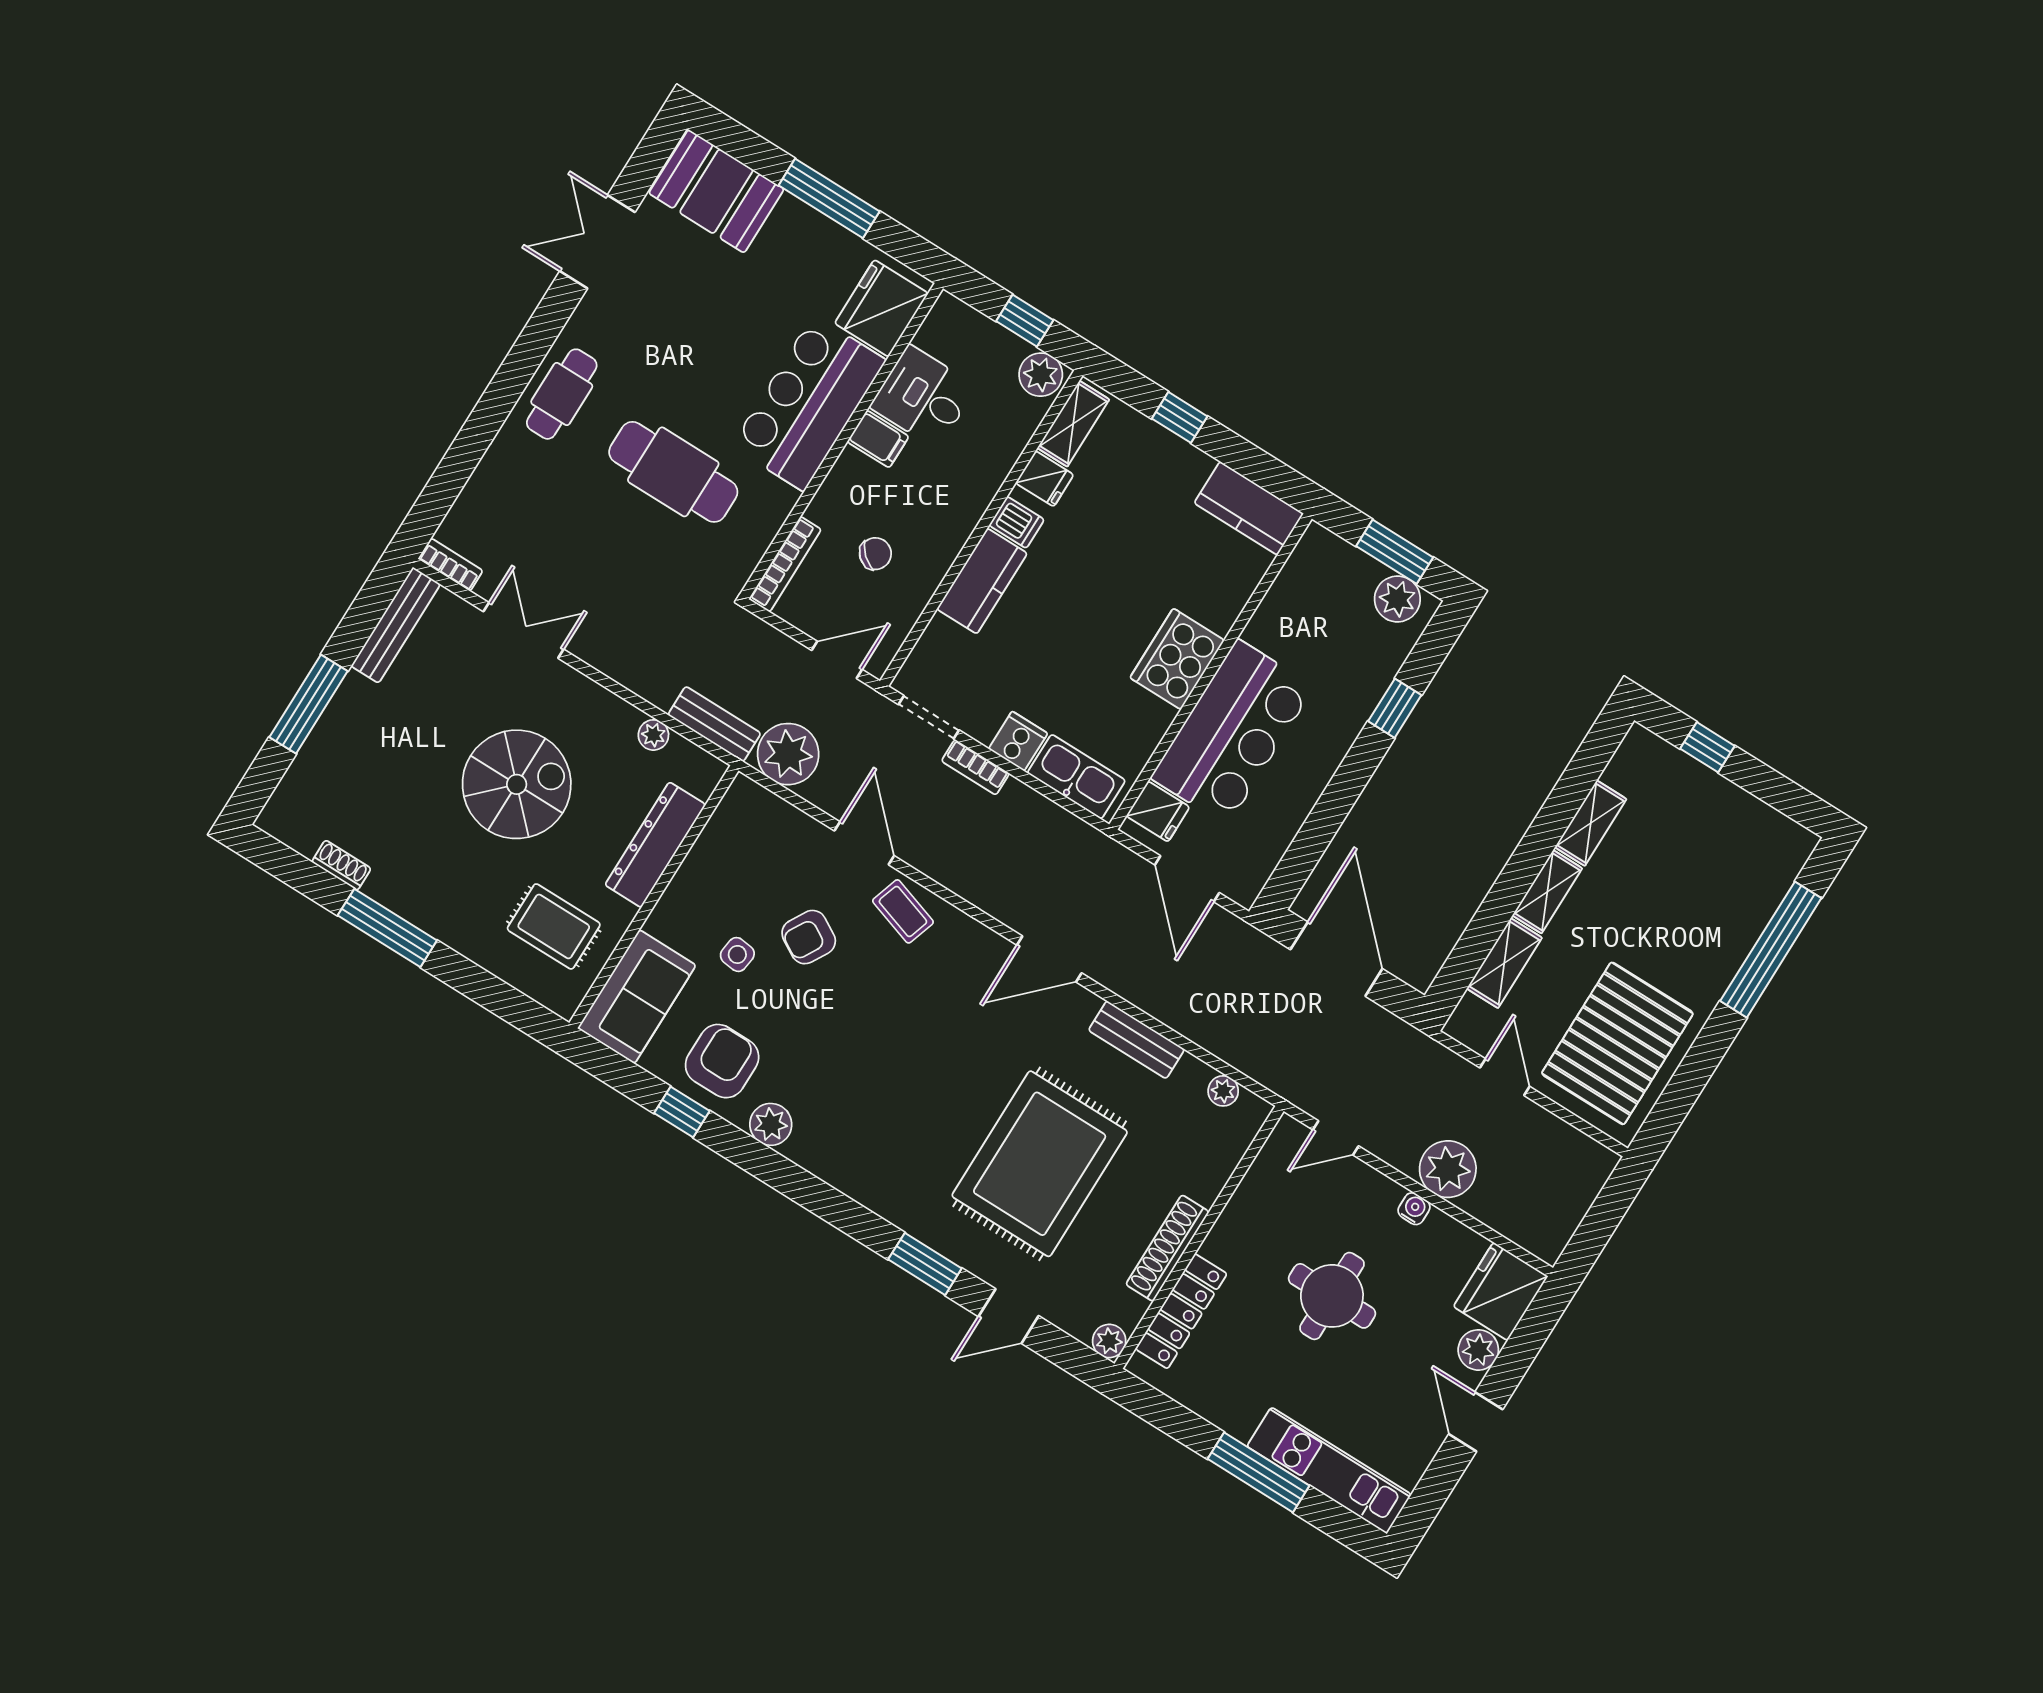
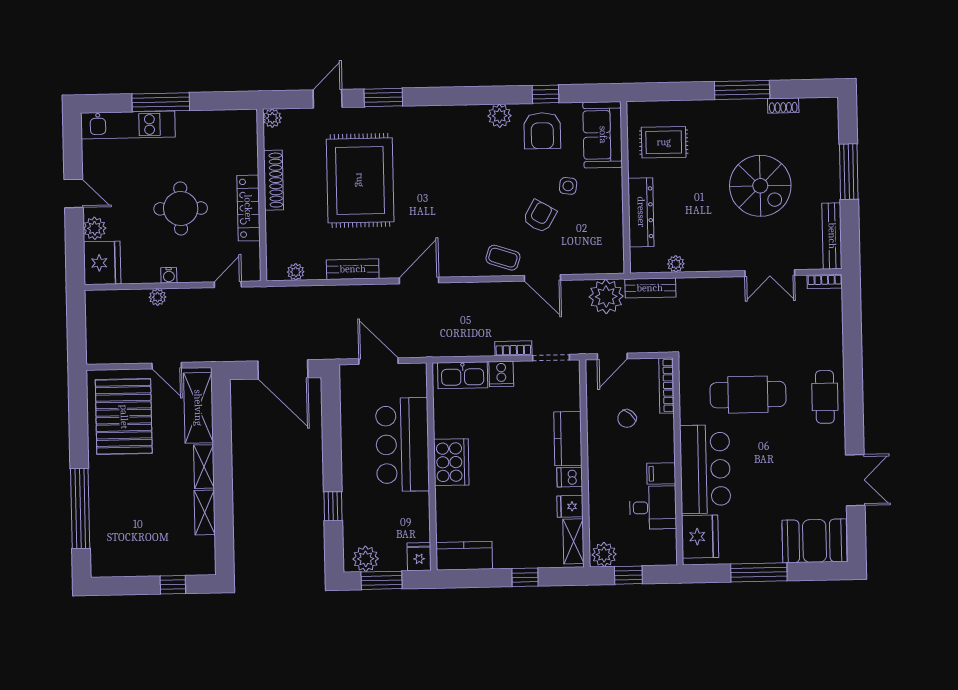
spiral stairs: (517, 784) -> (760, 186), moved, turned -90
fridge: (1158, 812) -> (419, 557), moved, turned 90
shelving: (1504, 963) -> (198, 408), width x1.50, depth x1.33
plant: (1448, 1169) -> (157, 297), width x0.53, depth x0.53
locker: (1181, 1311) -> (248, 208), moved

